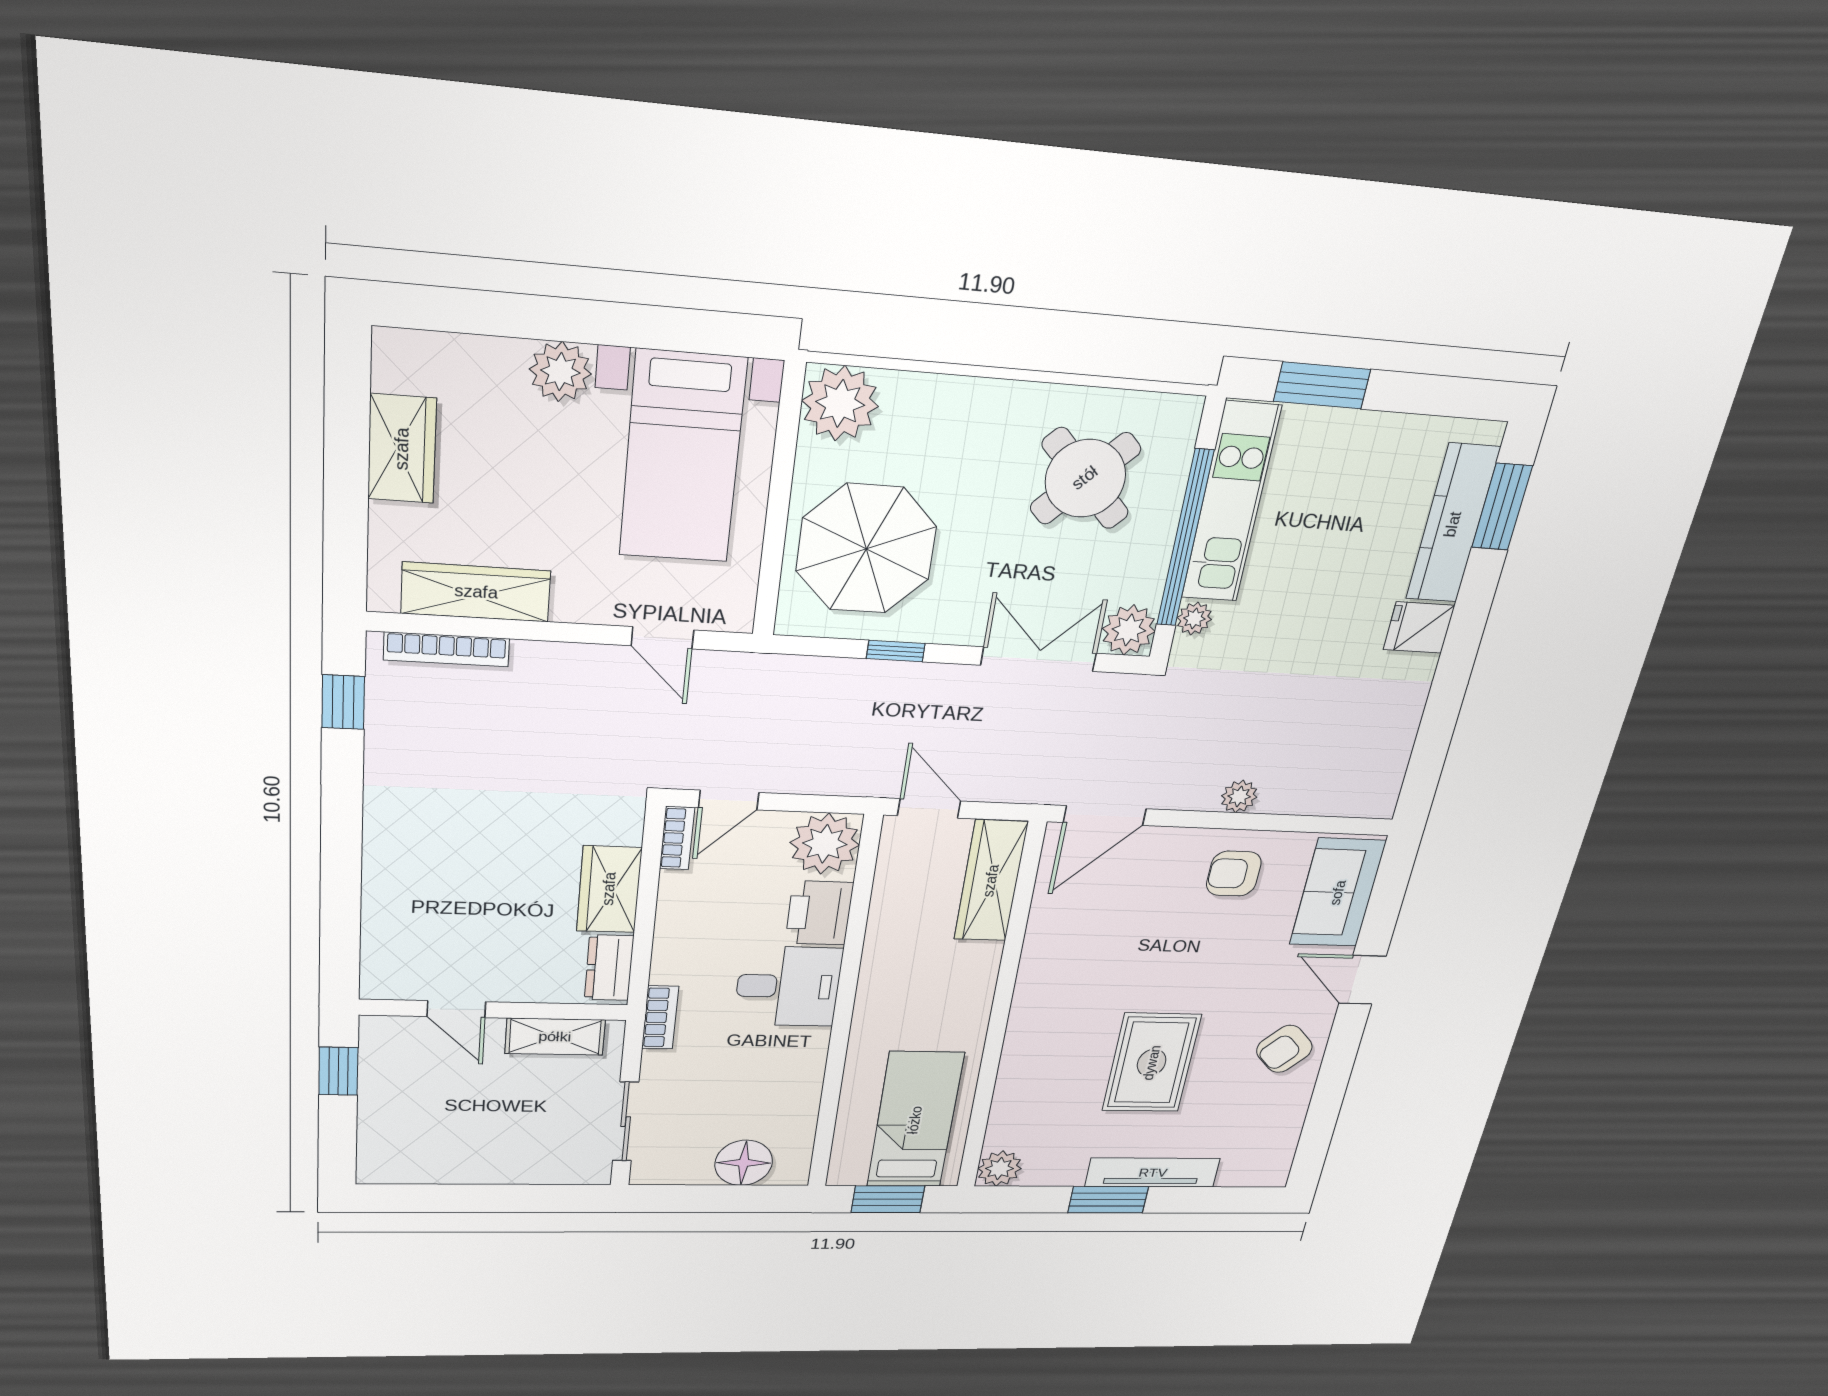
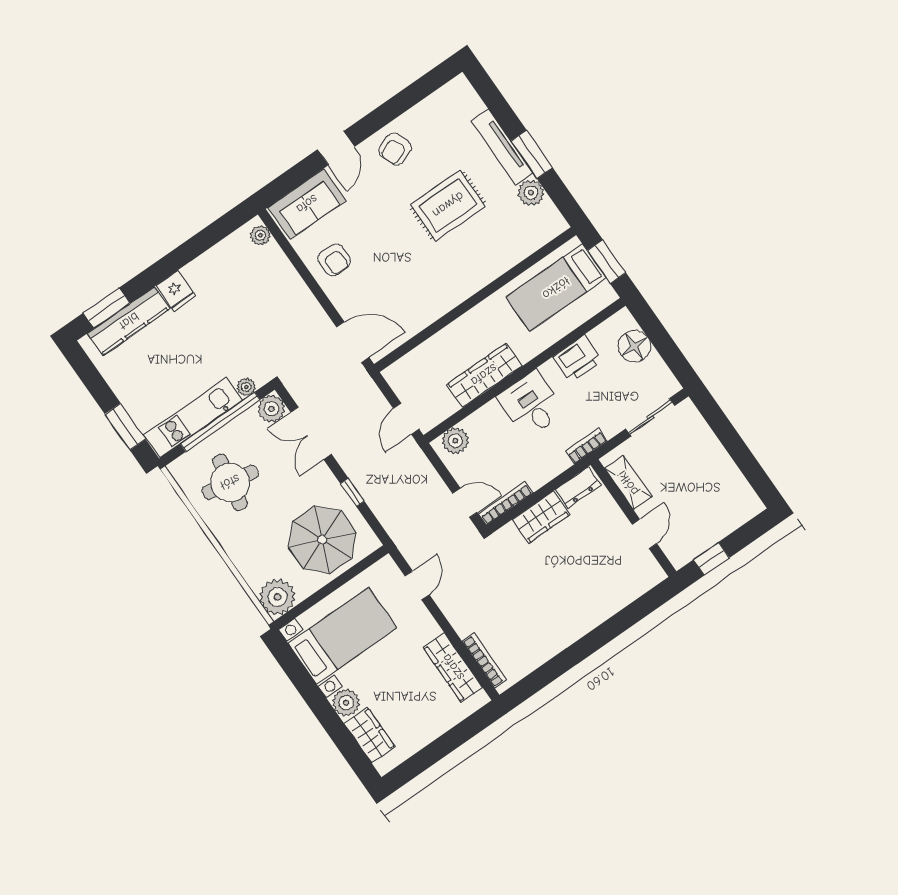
wardrobe: (402, 449) -> (370, 735), moved, turned 90
round table: (1085, 478) -> (230, 482), turned -35
window: (343, 702) -> (536, 681), removed
plant: (1239, 796) -> (260, 235), moved
bookcase: (677, 838) -> (506, 503), width x1.56
plant: (825, 844) -> (455, 441), width x0.73, depth x0.73
wardrobe: (991, 881) -> (484, 375), moved, turned 180
printer: (819, 913) -> (578, 359), moved
armchair: (1284, 1049) -> (395, 149), turned 114
plant: (1000, 1169) -> (531, 193), moved

